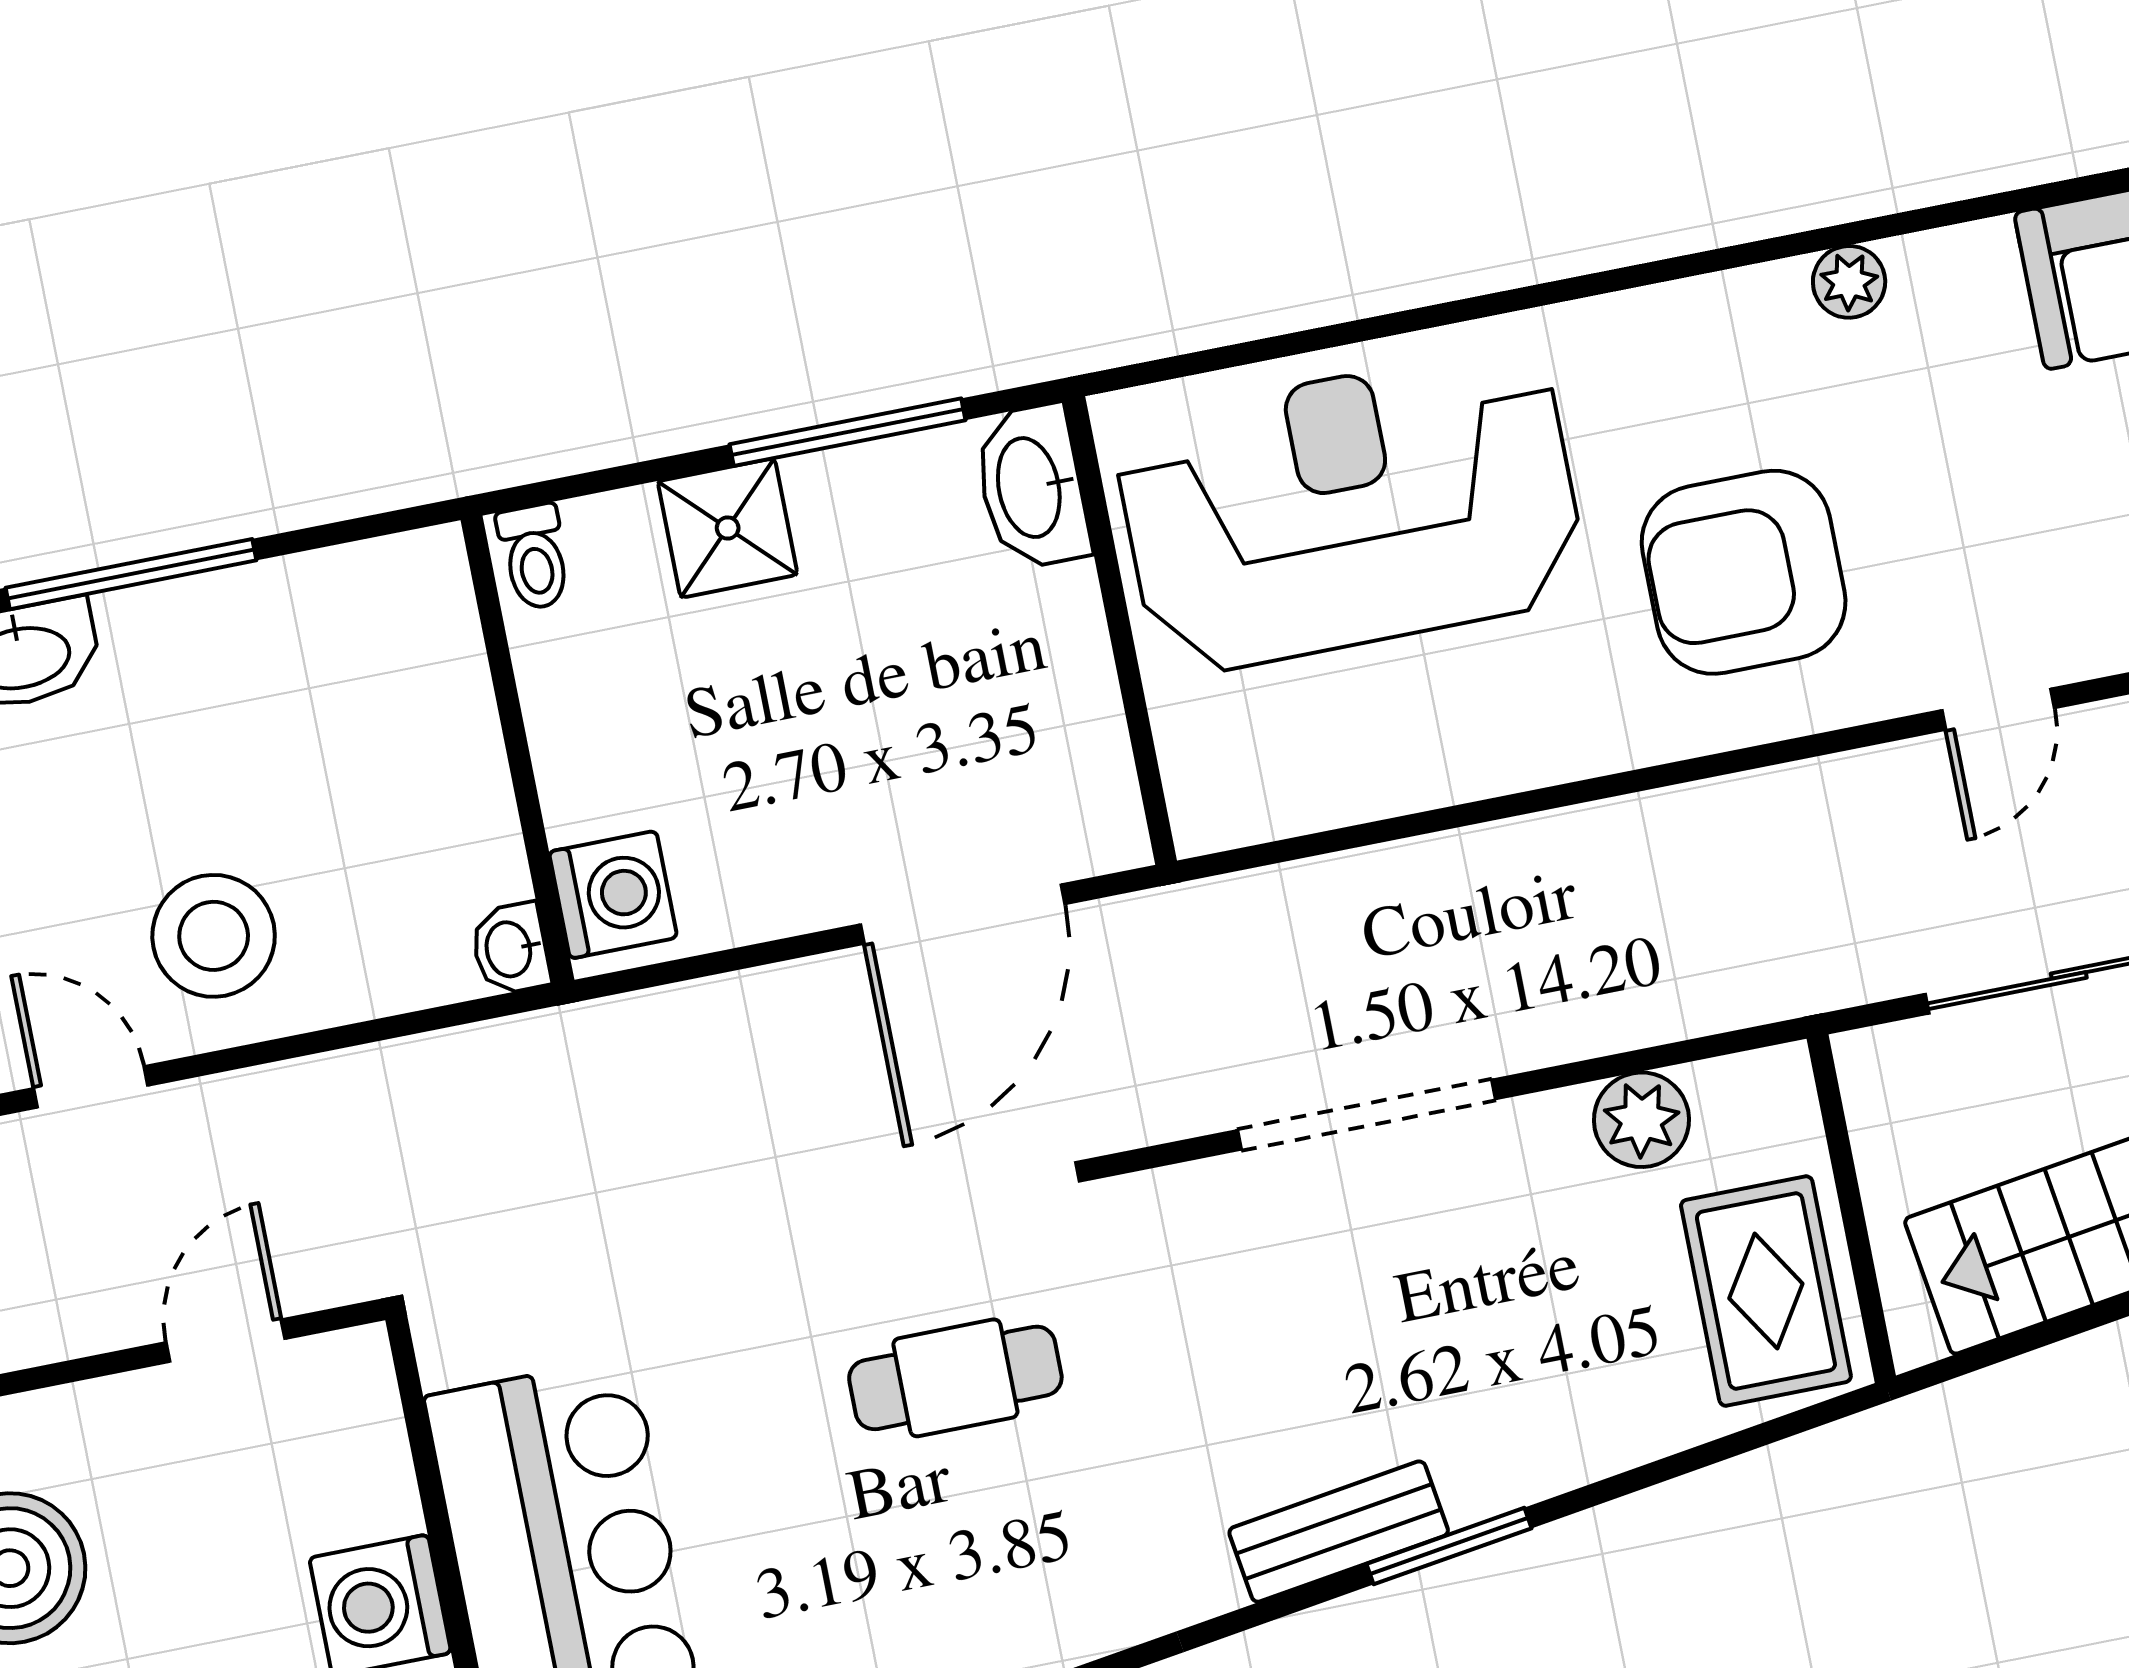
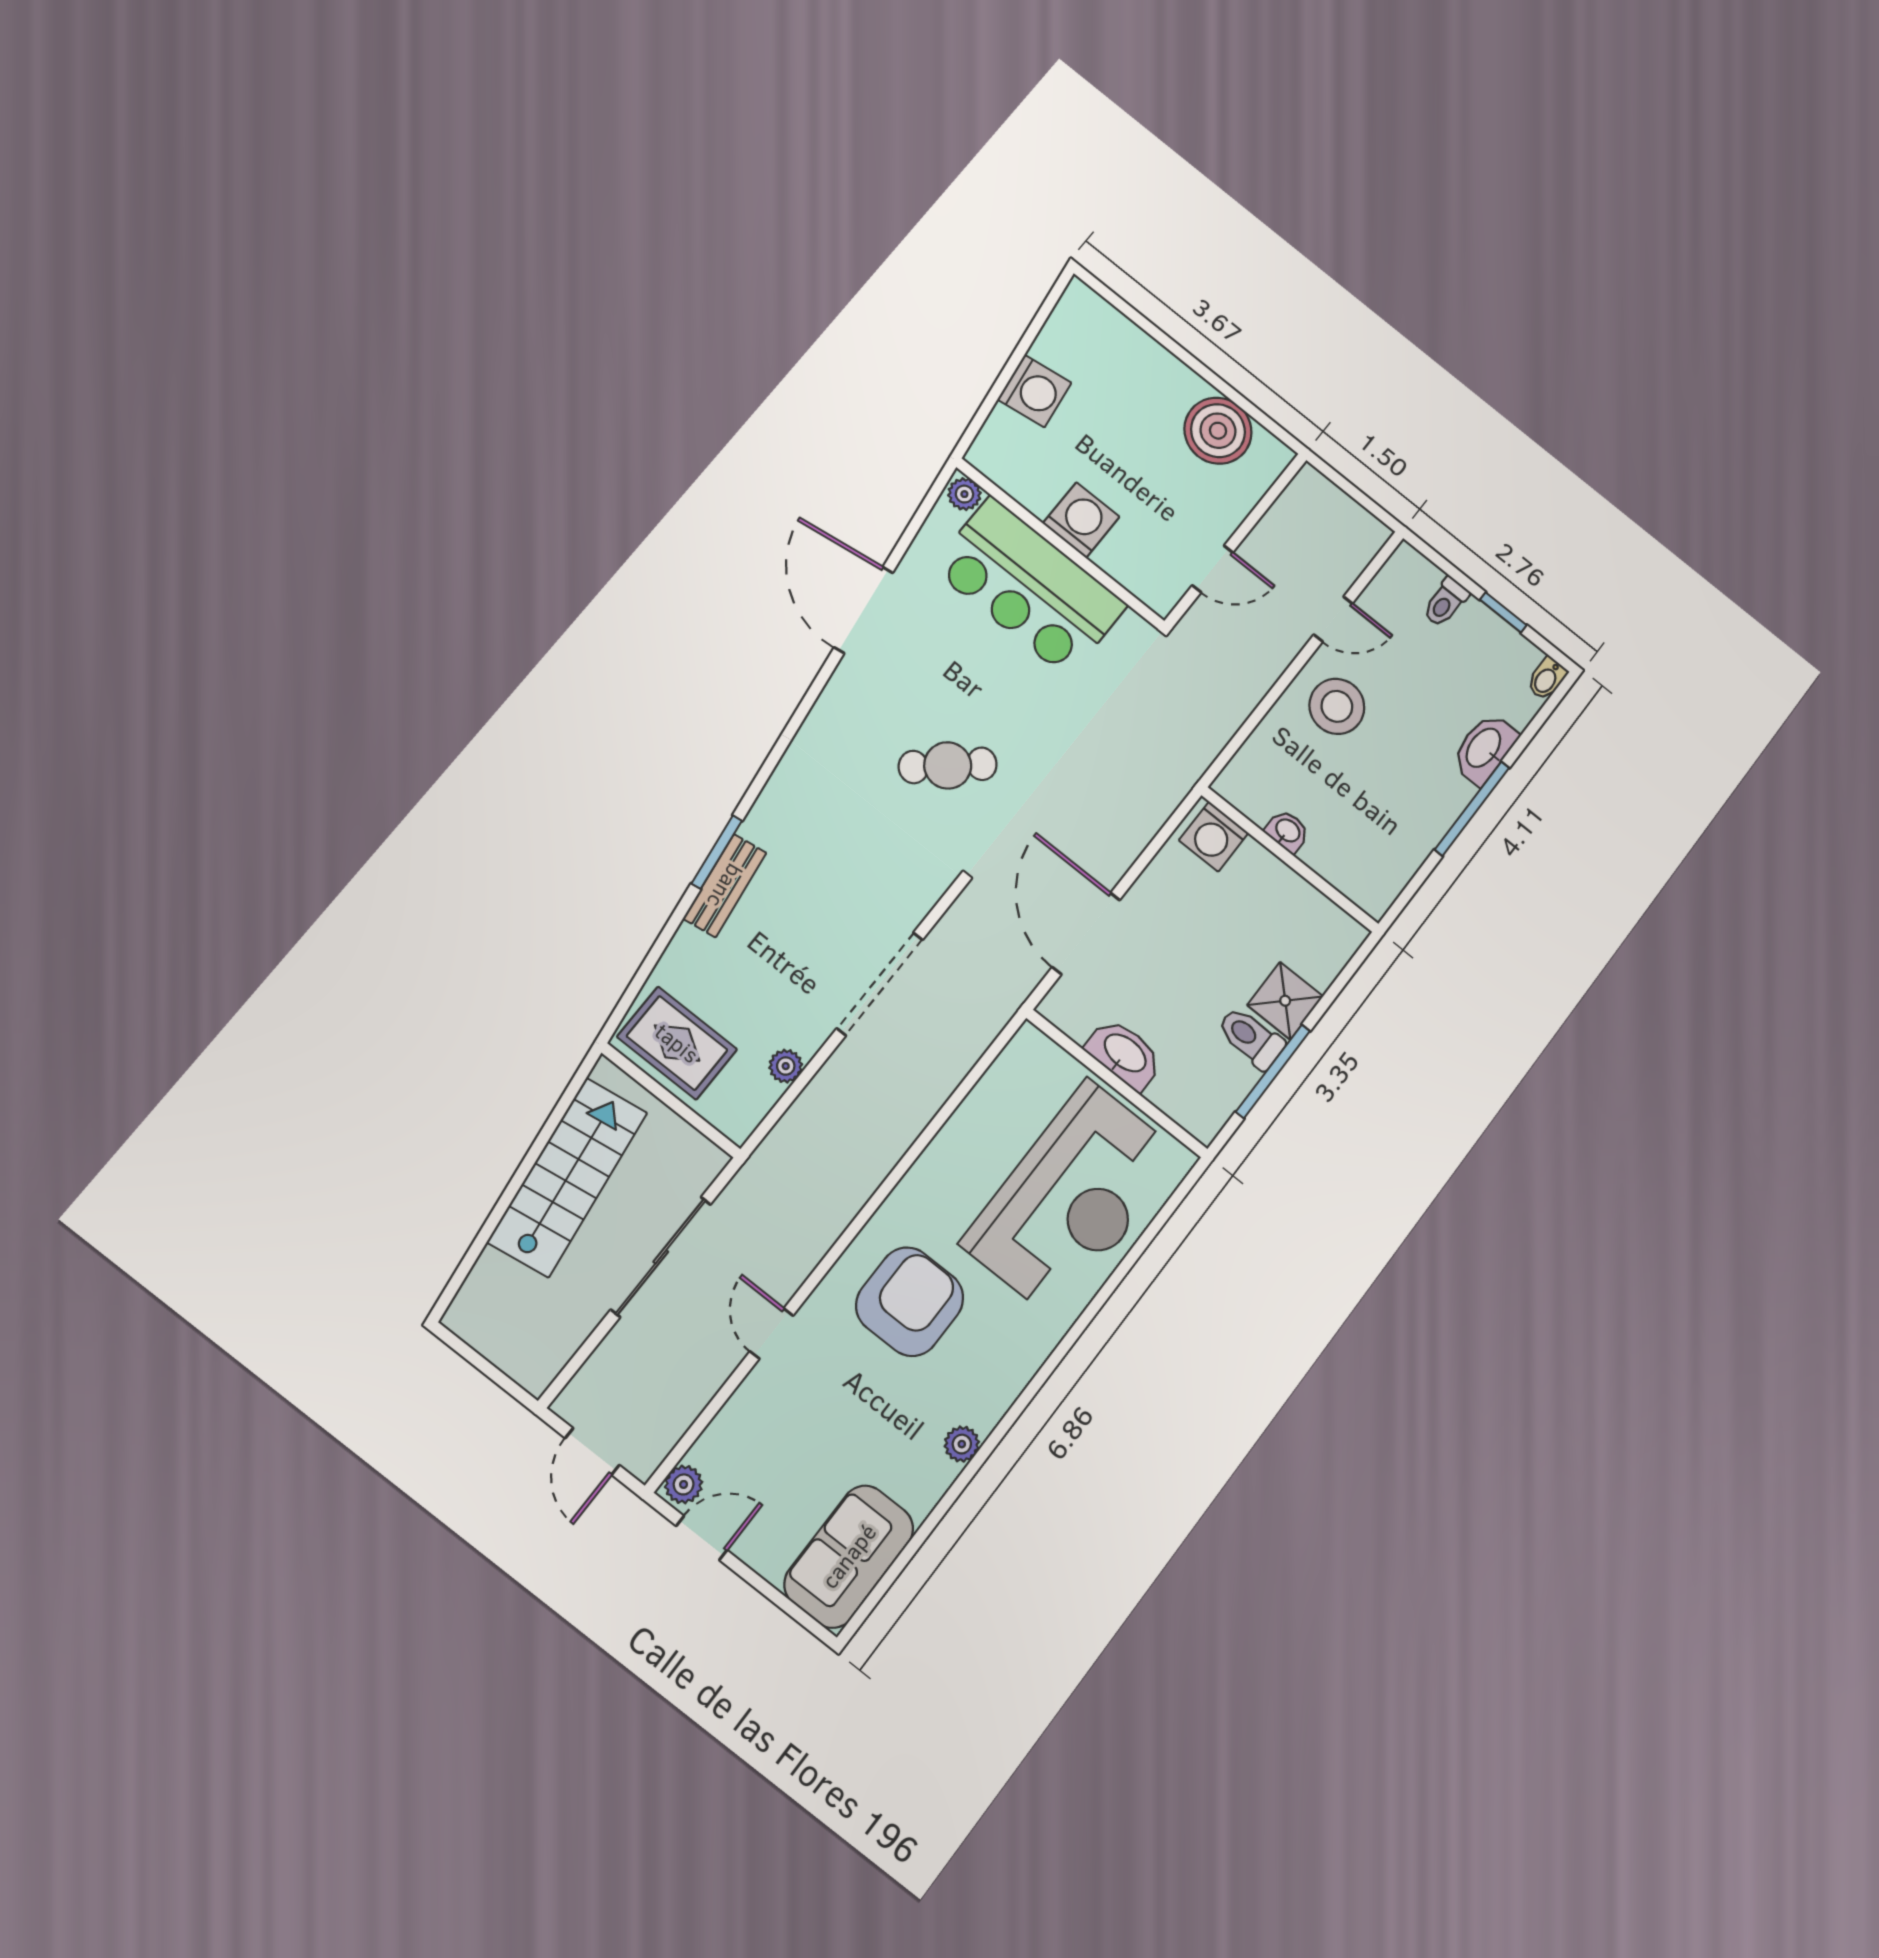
washbasin: (1032, 487) -> (1124, 1054), moved
toilet: (534, 557) -> (1251, 1038), moved, width x1.37, depth x1.39
washbasin: (510, 949) -> (1287, 831), moved
plant: (1641, 1120) -> (786, 1066), width x0.73, depth x0.73
door: (226, 1341) -> (1213, 569), hinge flipped
cafe table: (955, 1378) -> (948, 765), turned 48
bench: (1339, 1532) -> (725, 886), moved

